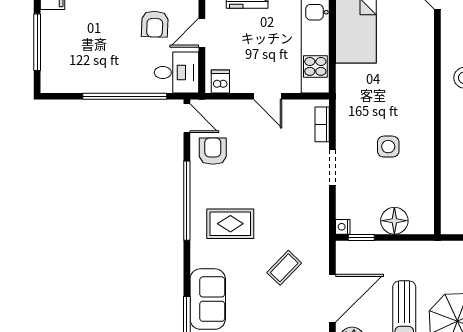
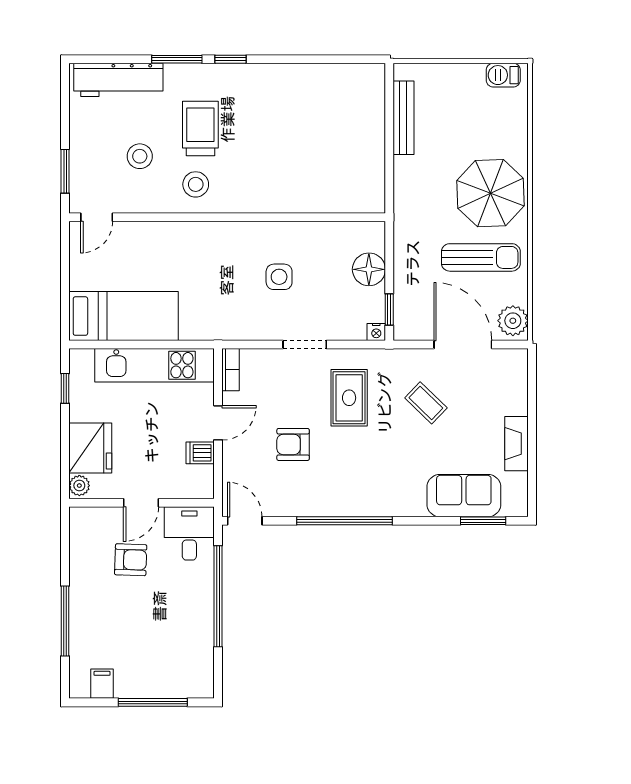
door: (202, 33) -> (141, 503), hinge flipped
dishwasher: (220, 81) -> (200, 453), moved
door: (187, 118) -> (245, 521), hinge flipped
bookcase: (322, 124) -> (230, 370), moved, turned -90
armchair: (213, 151) -> (293, 444), moved
rug: (230, 224) -> (349, 398), moved

